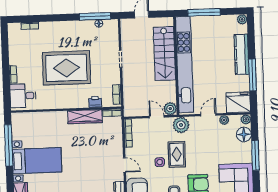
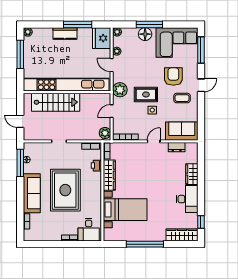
window: (204, 12) -> (20, 54), moved
sofa: (61, 30) -> (32, 193), added
kitchen counter: (242, 54) -> (65, 33), width x0.67
plant: (170, 109) -> (105, 133), moved
floor lamp: (244, 134) -> (145, 34), moved
window: (9, 145) -> (145, 244), moved
bed with nightstands: (37, 161) -> (125, 210), moved, turned 90

